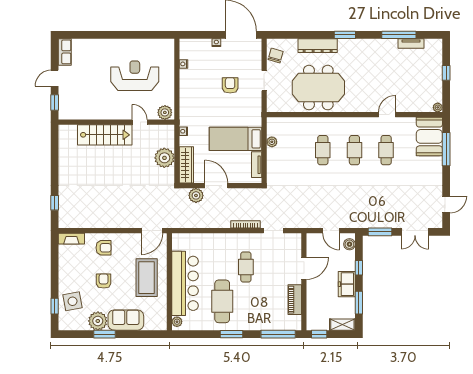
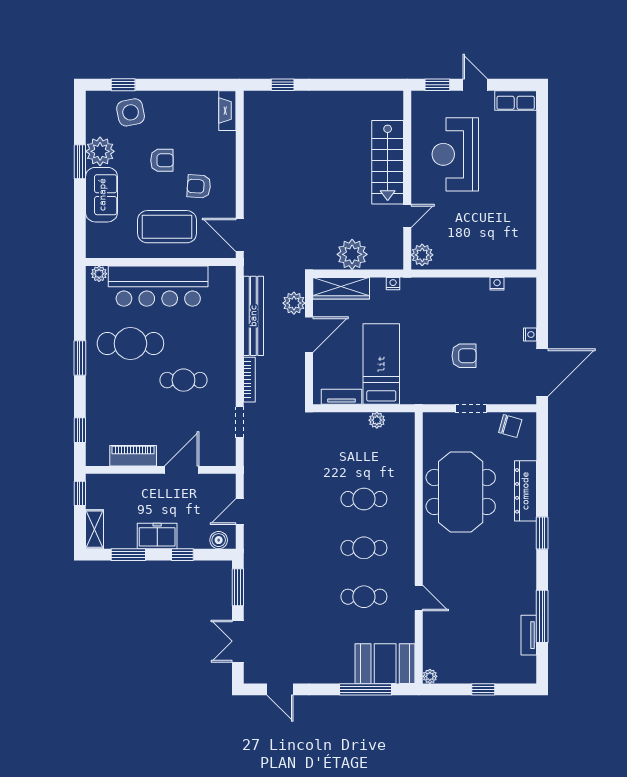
reception desk: (135, 76) -> (455, 154), moved, turned 180
bench: (204, 222) -> (253, 316), added
armchair: (104, 248) -> (199, 186), moved, turned 94
door: (304, 268) -> (182, 470), swing flipped
window: (278, 334) -> (80, 430), width x0.46

